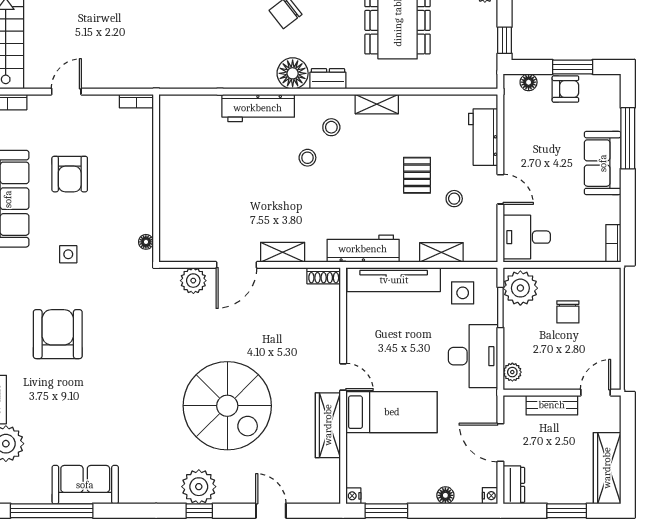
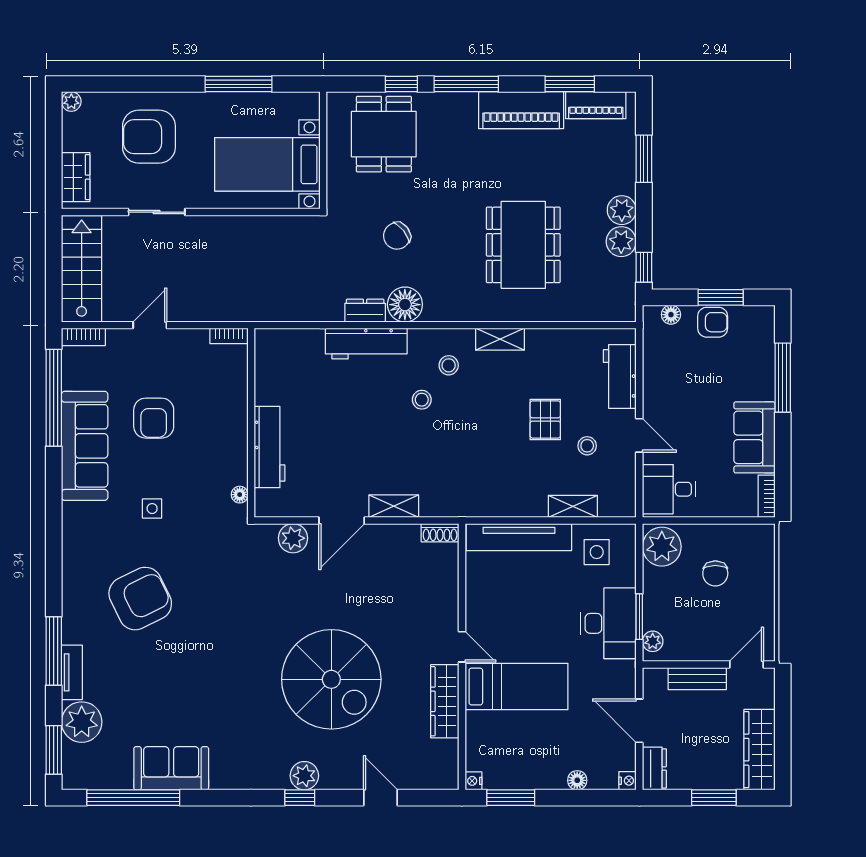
plant: (484, 17) -> (621, 242), added
dresser: (328, 79) -> (365, 311), moved
sofa: (603, 163) -> (754, 437), moved
workbench: (363, 249) -> (270, 447), moved, turned 90
window: (500, 307) -> (639, 617), moved
armchair: (58, 334) -> (140, 599), turned 64
plant: (199, 487) -> (304, 776), width x0.73, depth x0.73

